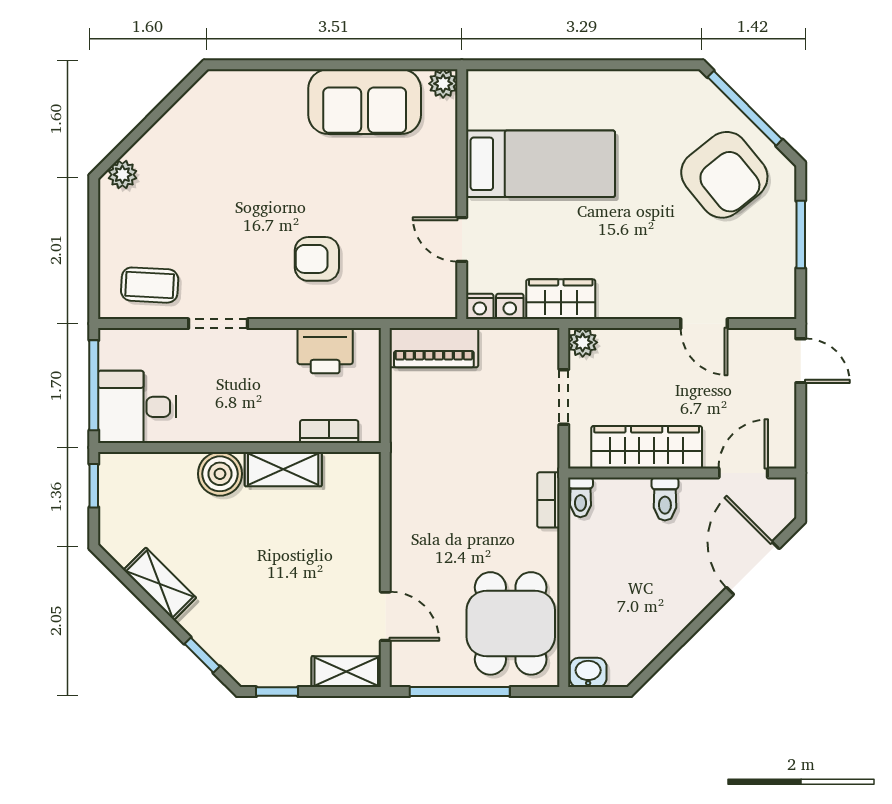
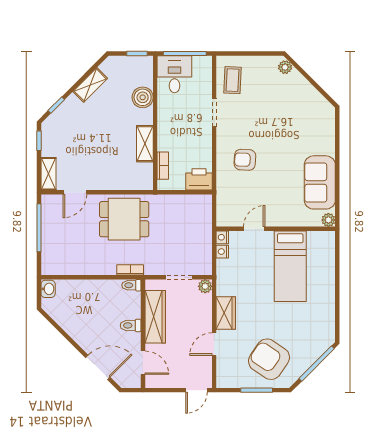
armchair: (724, 175) -> (269, 359), moved, turned 73
armchair: (317, 259) -> (245, 160), turned -87
wardrobe: (561, 299) -> (226, 313), moved
piano: (434, 348) -> (203, 215), removed
printer: (325, 351) -> (199, 179), moved, turned 90
boiler: (220, 474) -> (143, 97), moved
dining table: (511, 623) -> (124, 219), moved

